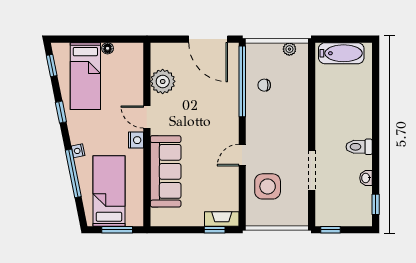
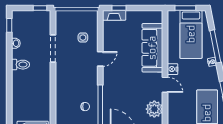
side table: (268, 186) -> (83, 38), width x0.54, depth x0.54

